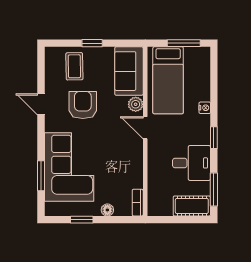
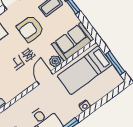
armchair: (83, 105) -> (30, 29), turned 180

